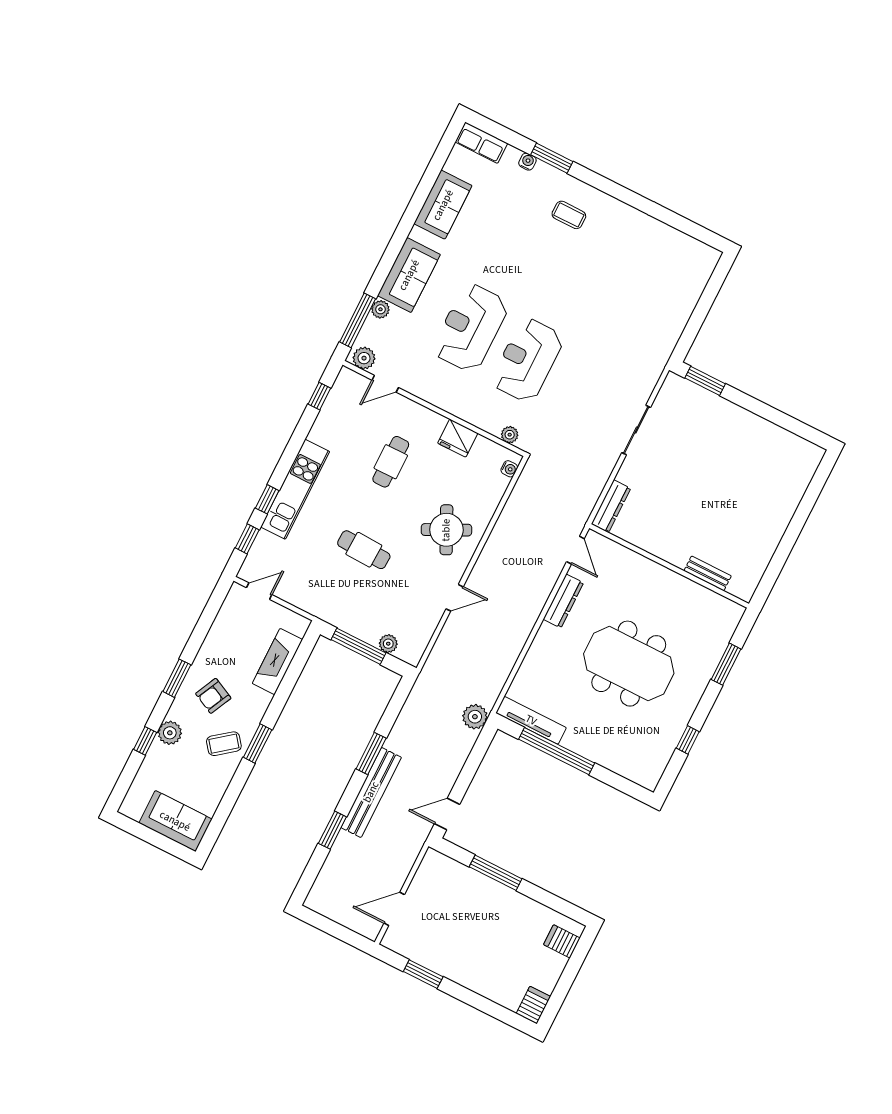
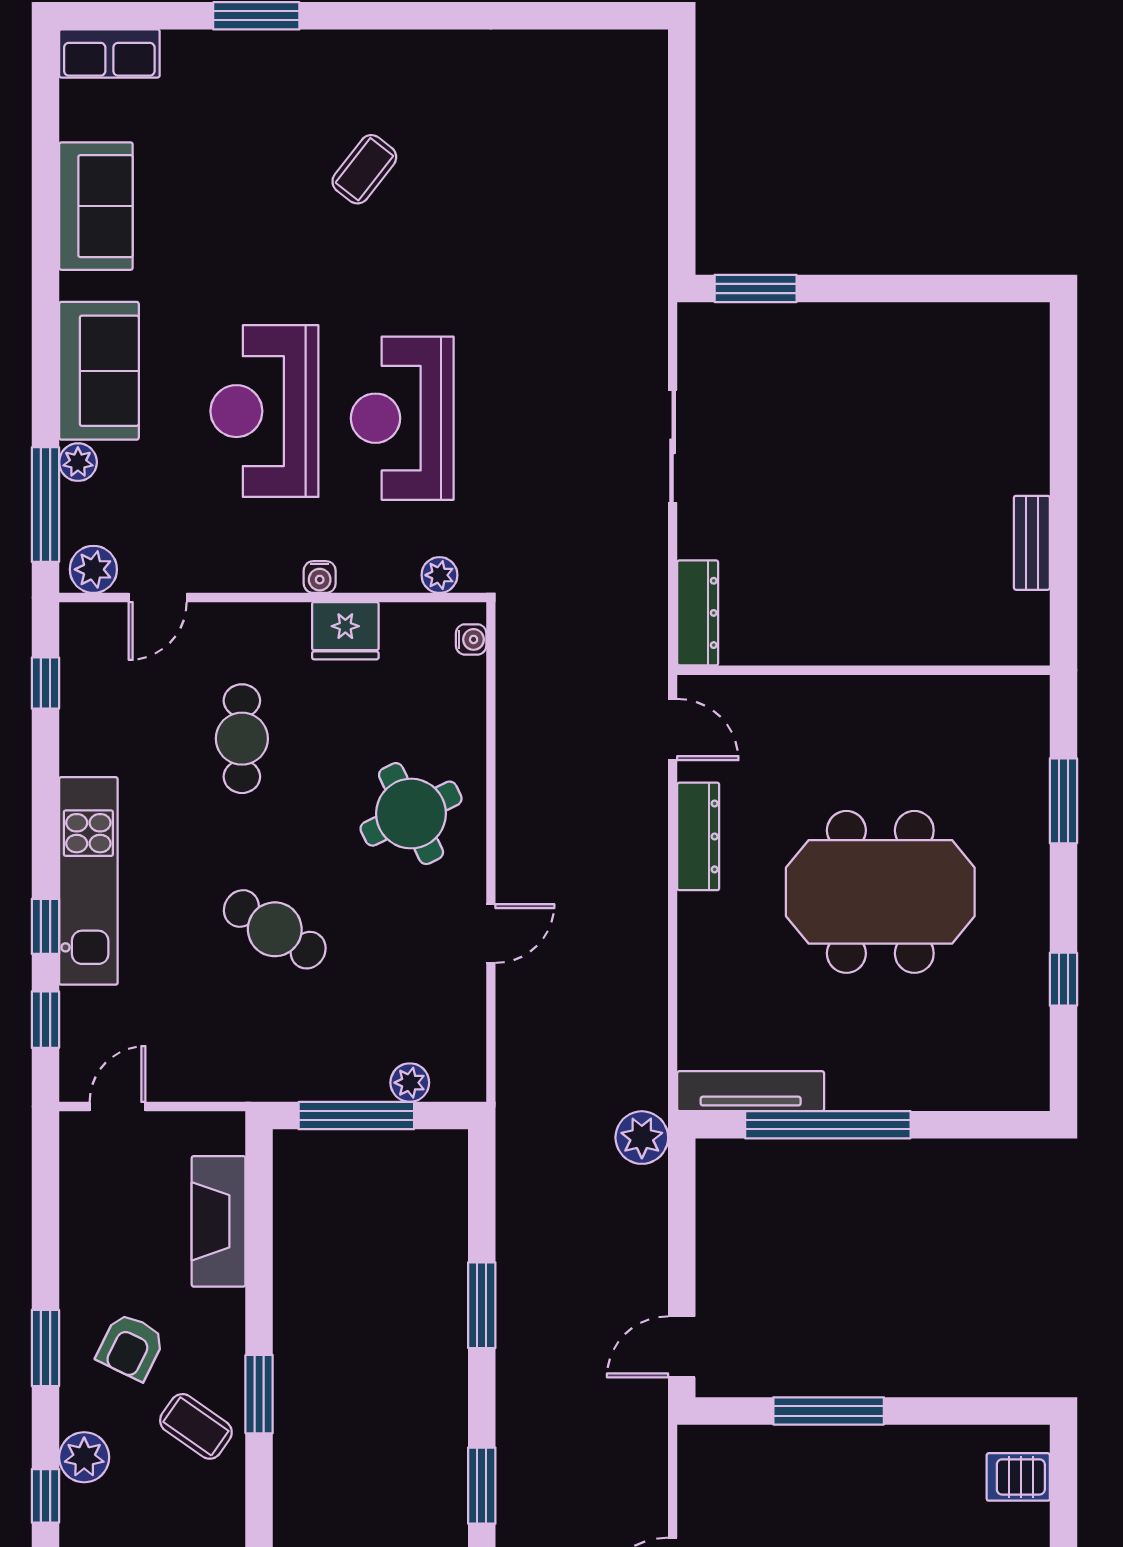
water cooler: (527, 162) -> (320, 577), moved, turned 180
coffee table: (569, 215) -> (364, 169), moved, turned -52
cafe table: (364, 550) -> (275, 929), turned 30
bench: (708, 573) -> (1032, 543), moved, turned 90
coffee table: (224, 744) -> (196, 1426), turned 73
bench: (371, 792) -> (519, 1378), removed

